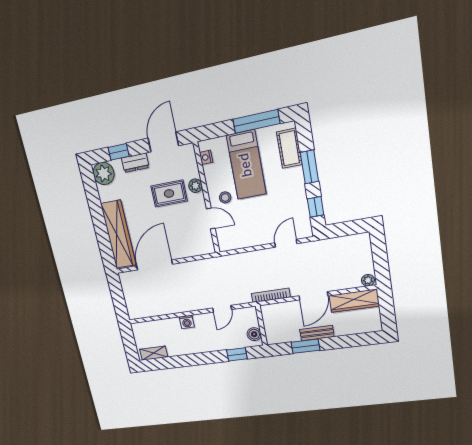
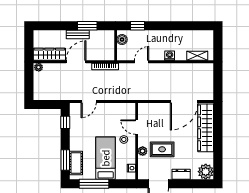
window: (119, 152) -> (191, 184), removed
window: (309, 167) -> (65, 160), moved
shelving: (154, 353) -> (197, 56), moved

